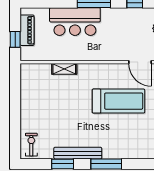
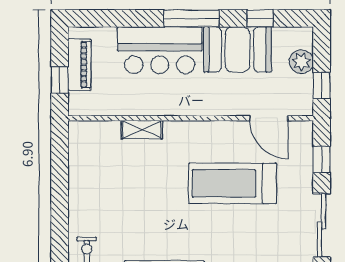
booth: (121, 21) -> (237, 49), added
treadmill: (118, 101) -> (233, 183), turned 180

